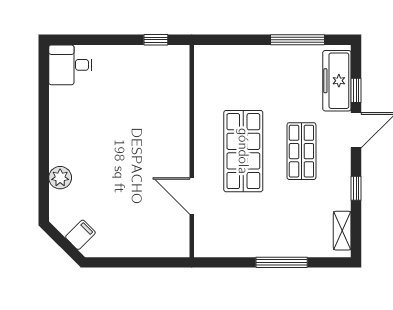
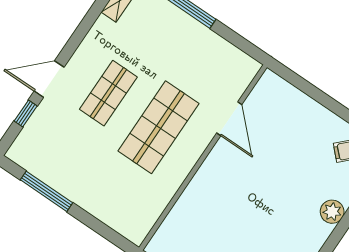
freezer: (337, 81) -> (37, 133), removed
window: (356, 188) -> (83, 29), removed

